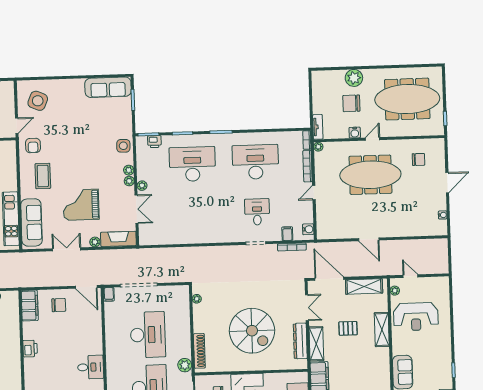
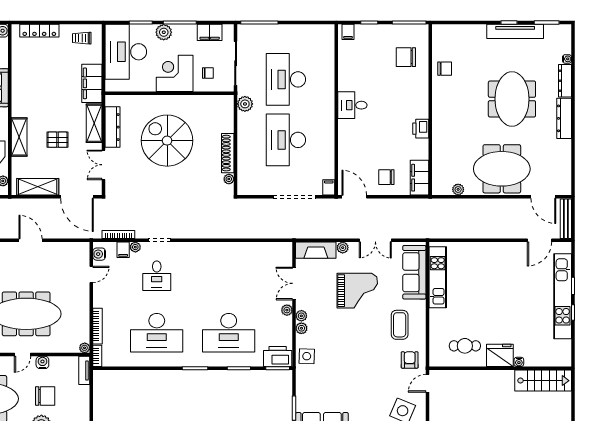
printer: (154, 142) -> (278, 356), width x1.87, depth x1.48
door: (314, 193) -> (91, 274), moved
plant: (277, 236) -> (135, 247), added
shoe rack: (199, 351) -> (228, 153), moved

